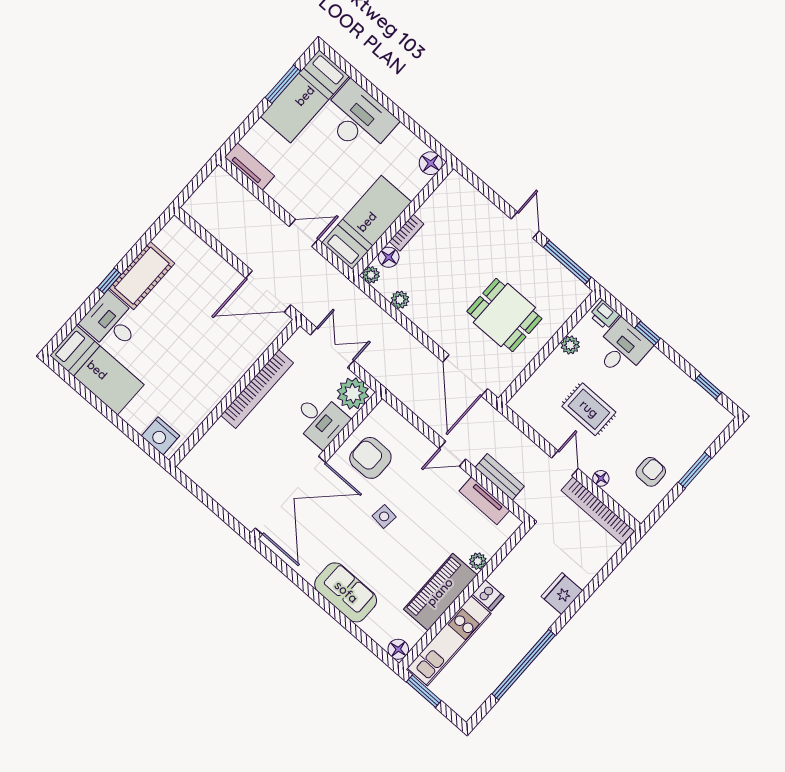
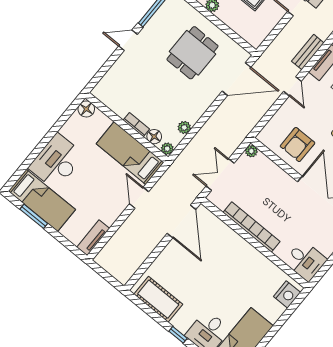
cot: (142, 276) -> (158, 299), moved
plant: (353, 393) -> (251, 151), width x0.53, depth x0.53
desk: (320, 420) -> (305, 261), moved, turned 90

